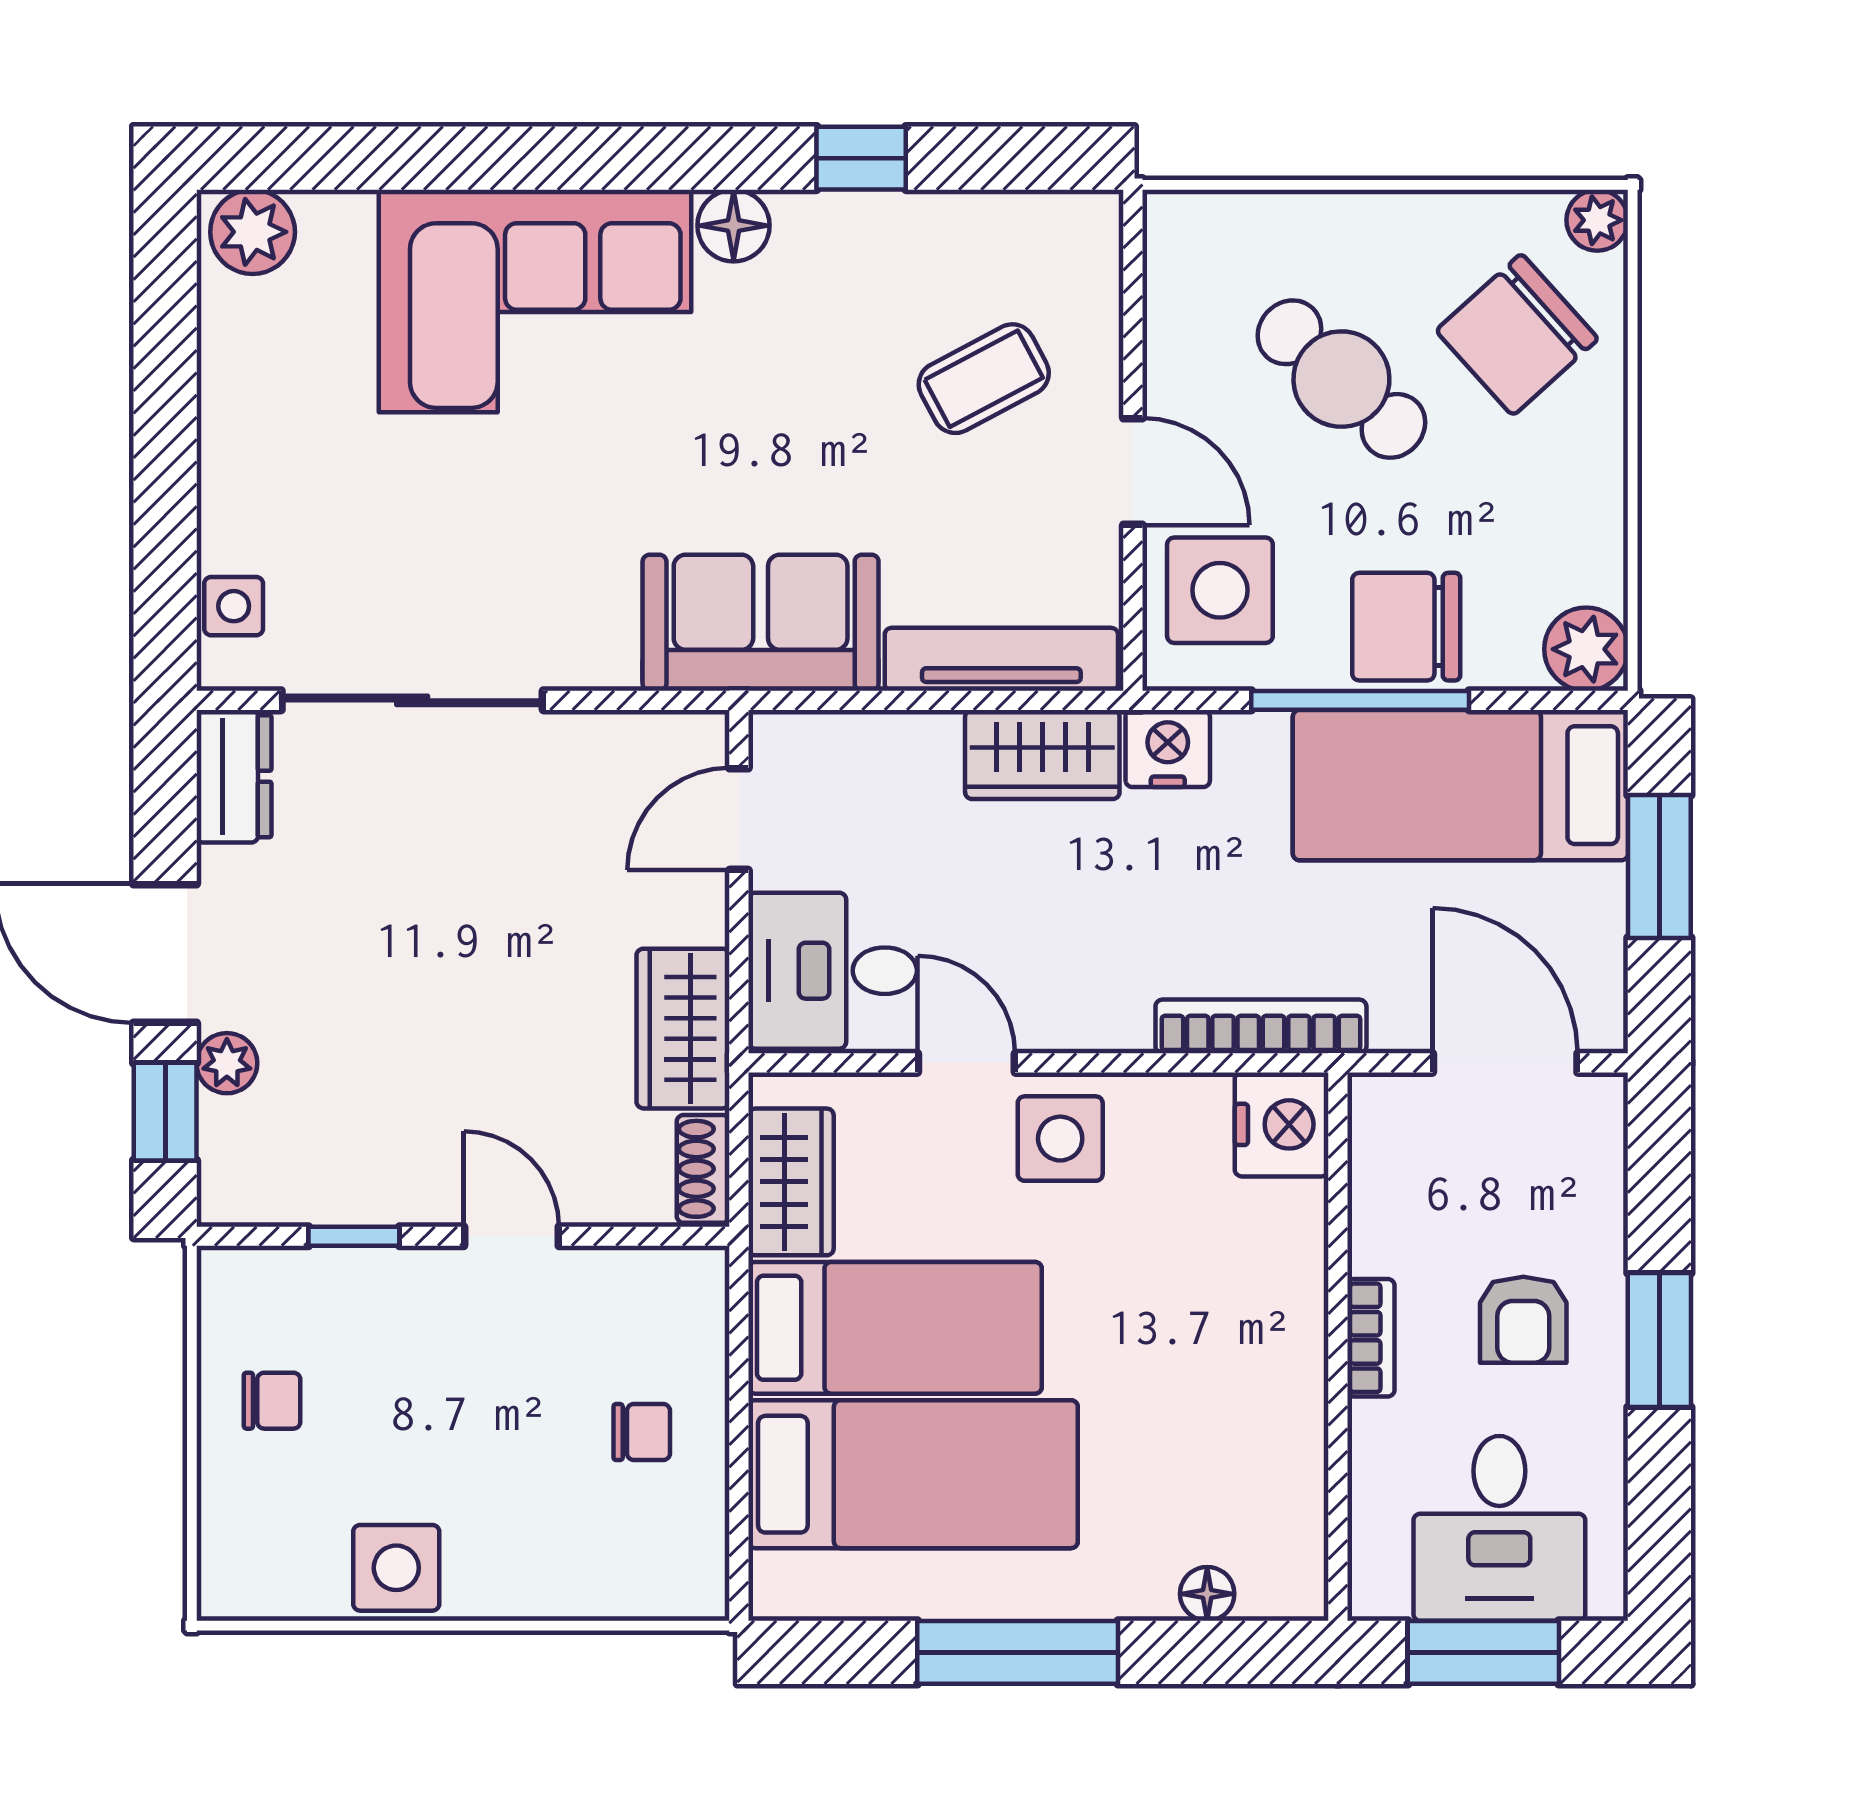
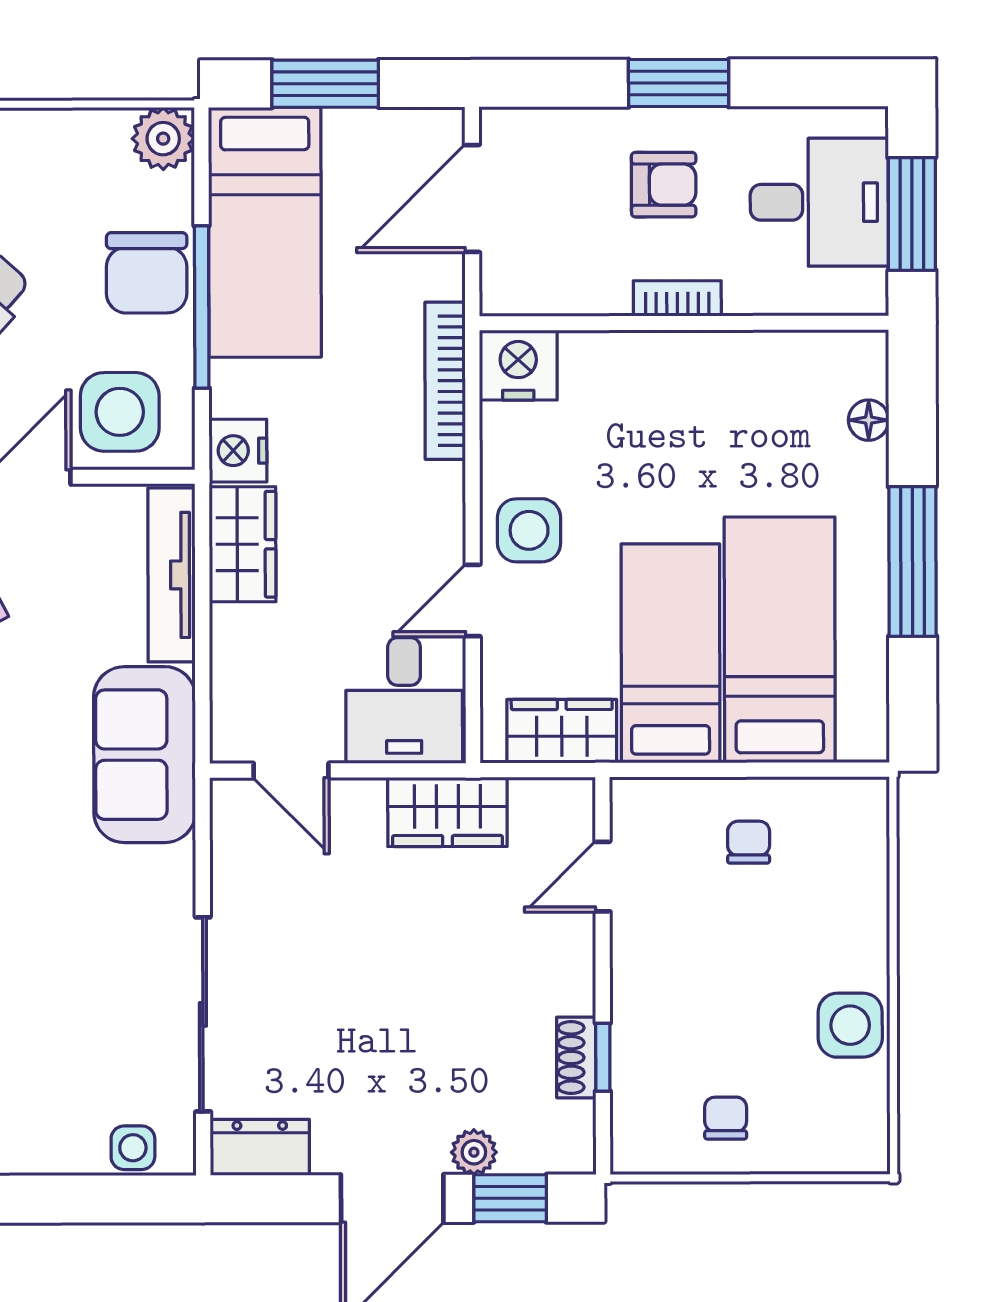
shoe rack: (703, 1169) -> (576, 1057), moved, turned 90
door: (511, 1236) -> (603, 877), moved

